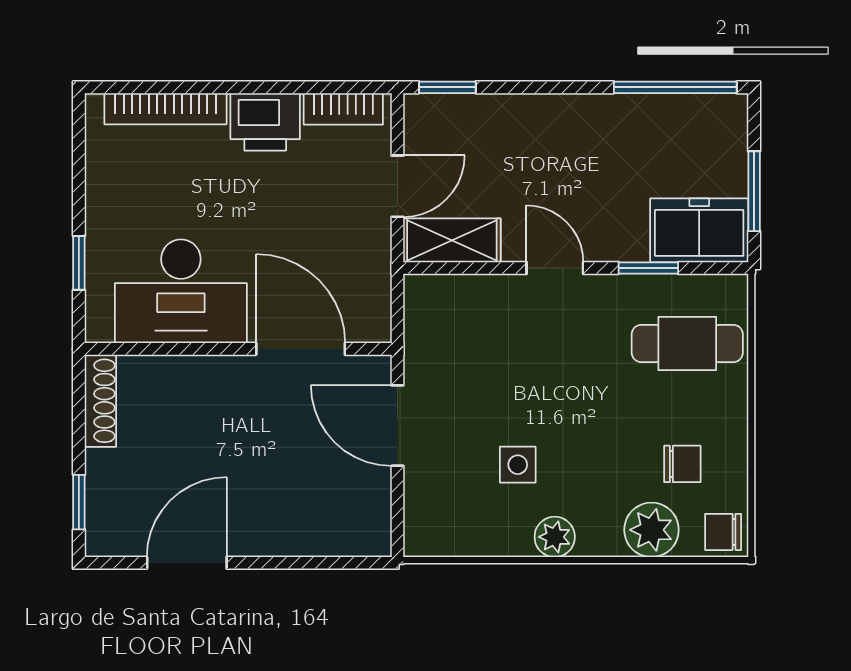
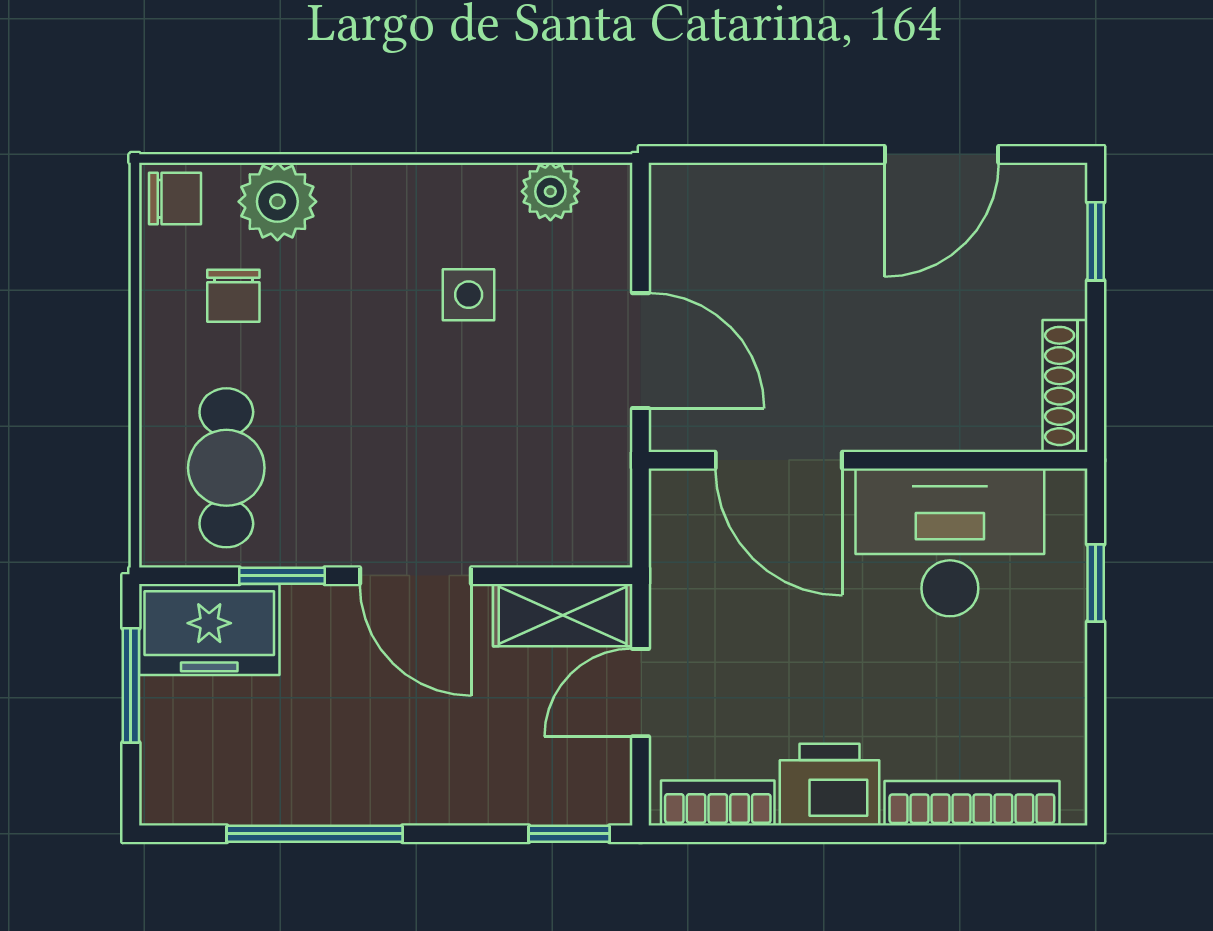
window: (675, 87) -> (315, 834), moved
door: (555, 268) -> (415, 576), width x1.38
cafe table: (687, 343) -> (226, 468), turned 90
chair: (682, 464) -> (233, 296), turned -90
plant: (555, 537) -> (550, 191), moved

